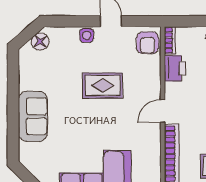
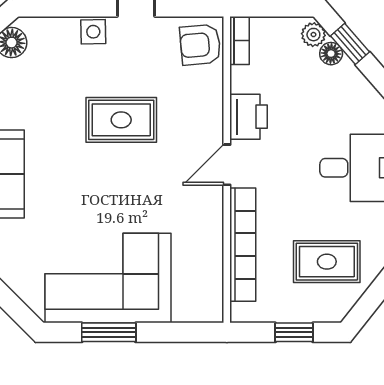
armchair: (148, 43) -> (200, 45), turned 85
printer: (175, 68) -> (249, 117), moved

